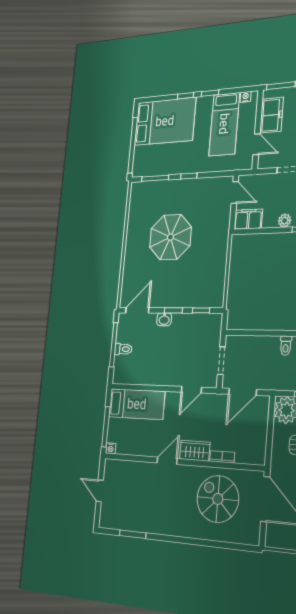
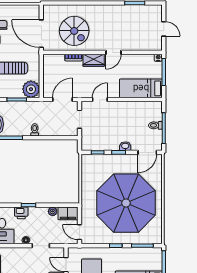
plant: (285, 221) -> (53, 211), moved
parasol: (170, 237) -> (126, 203), width x1.86, depth x1.86

